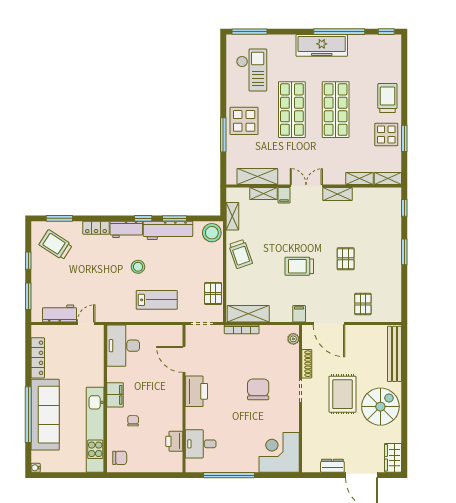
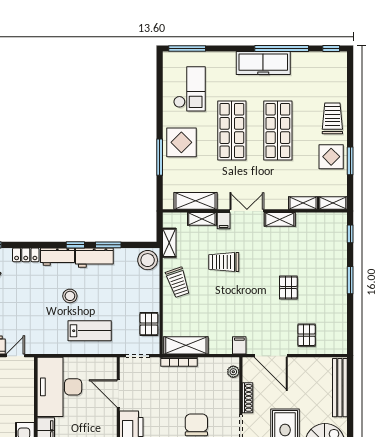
workbench: (168, 230) -> (94, 258), width x0.73
trolley: (299, 266) -> (224, 262), moved
desk: (123, 346) -> (59, 387), width x1.36, depth x1.30

